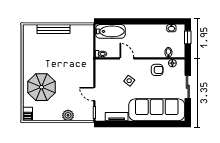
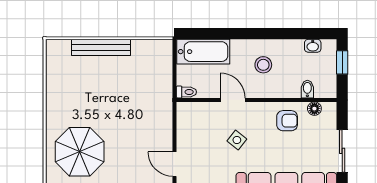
stool: (144, 39) -> (263, 65), added

